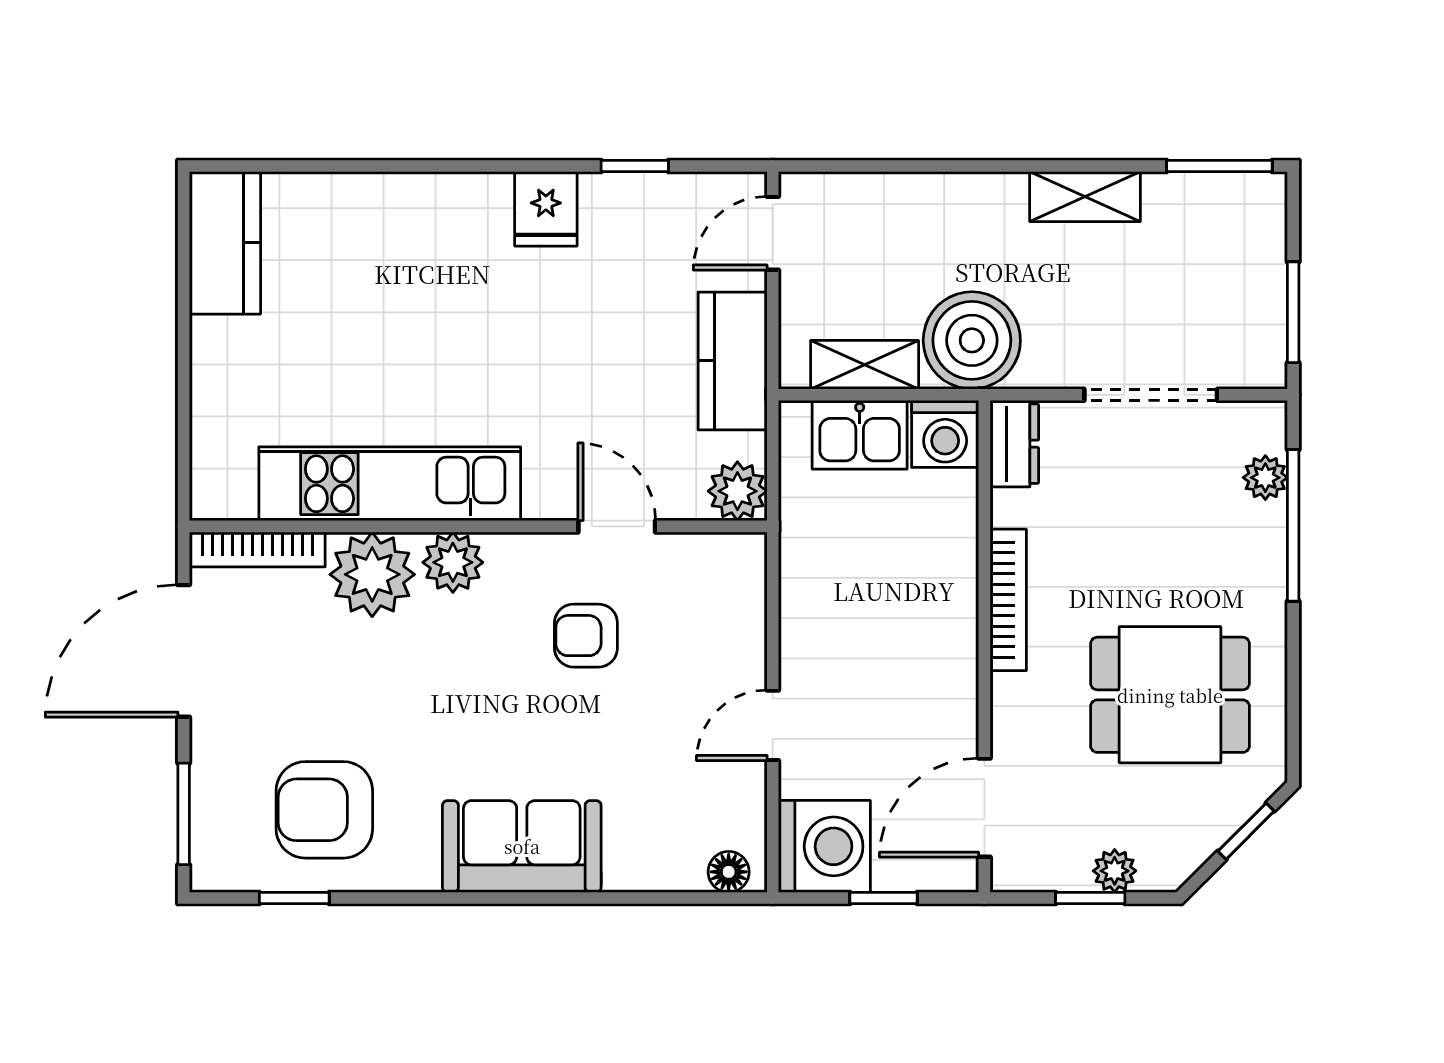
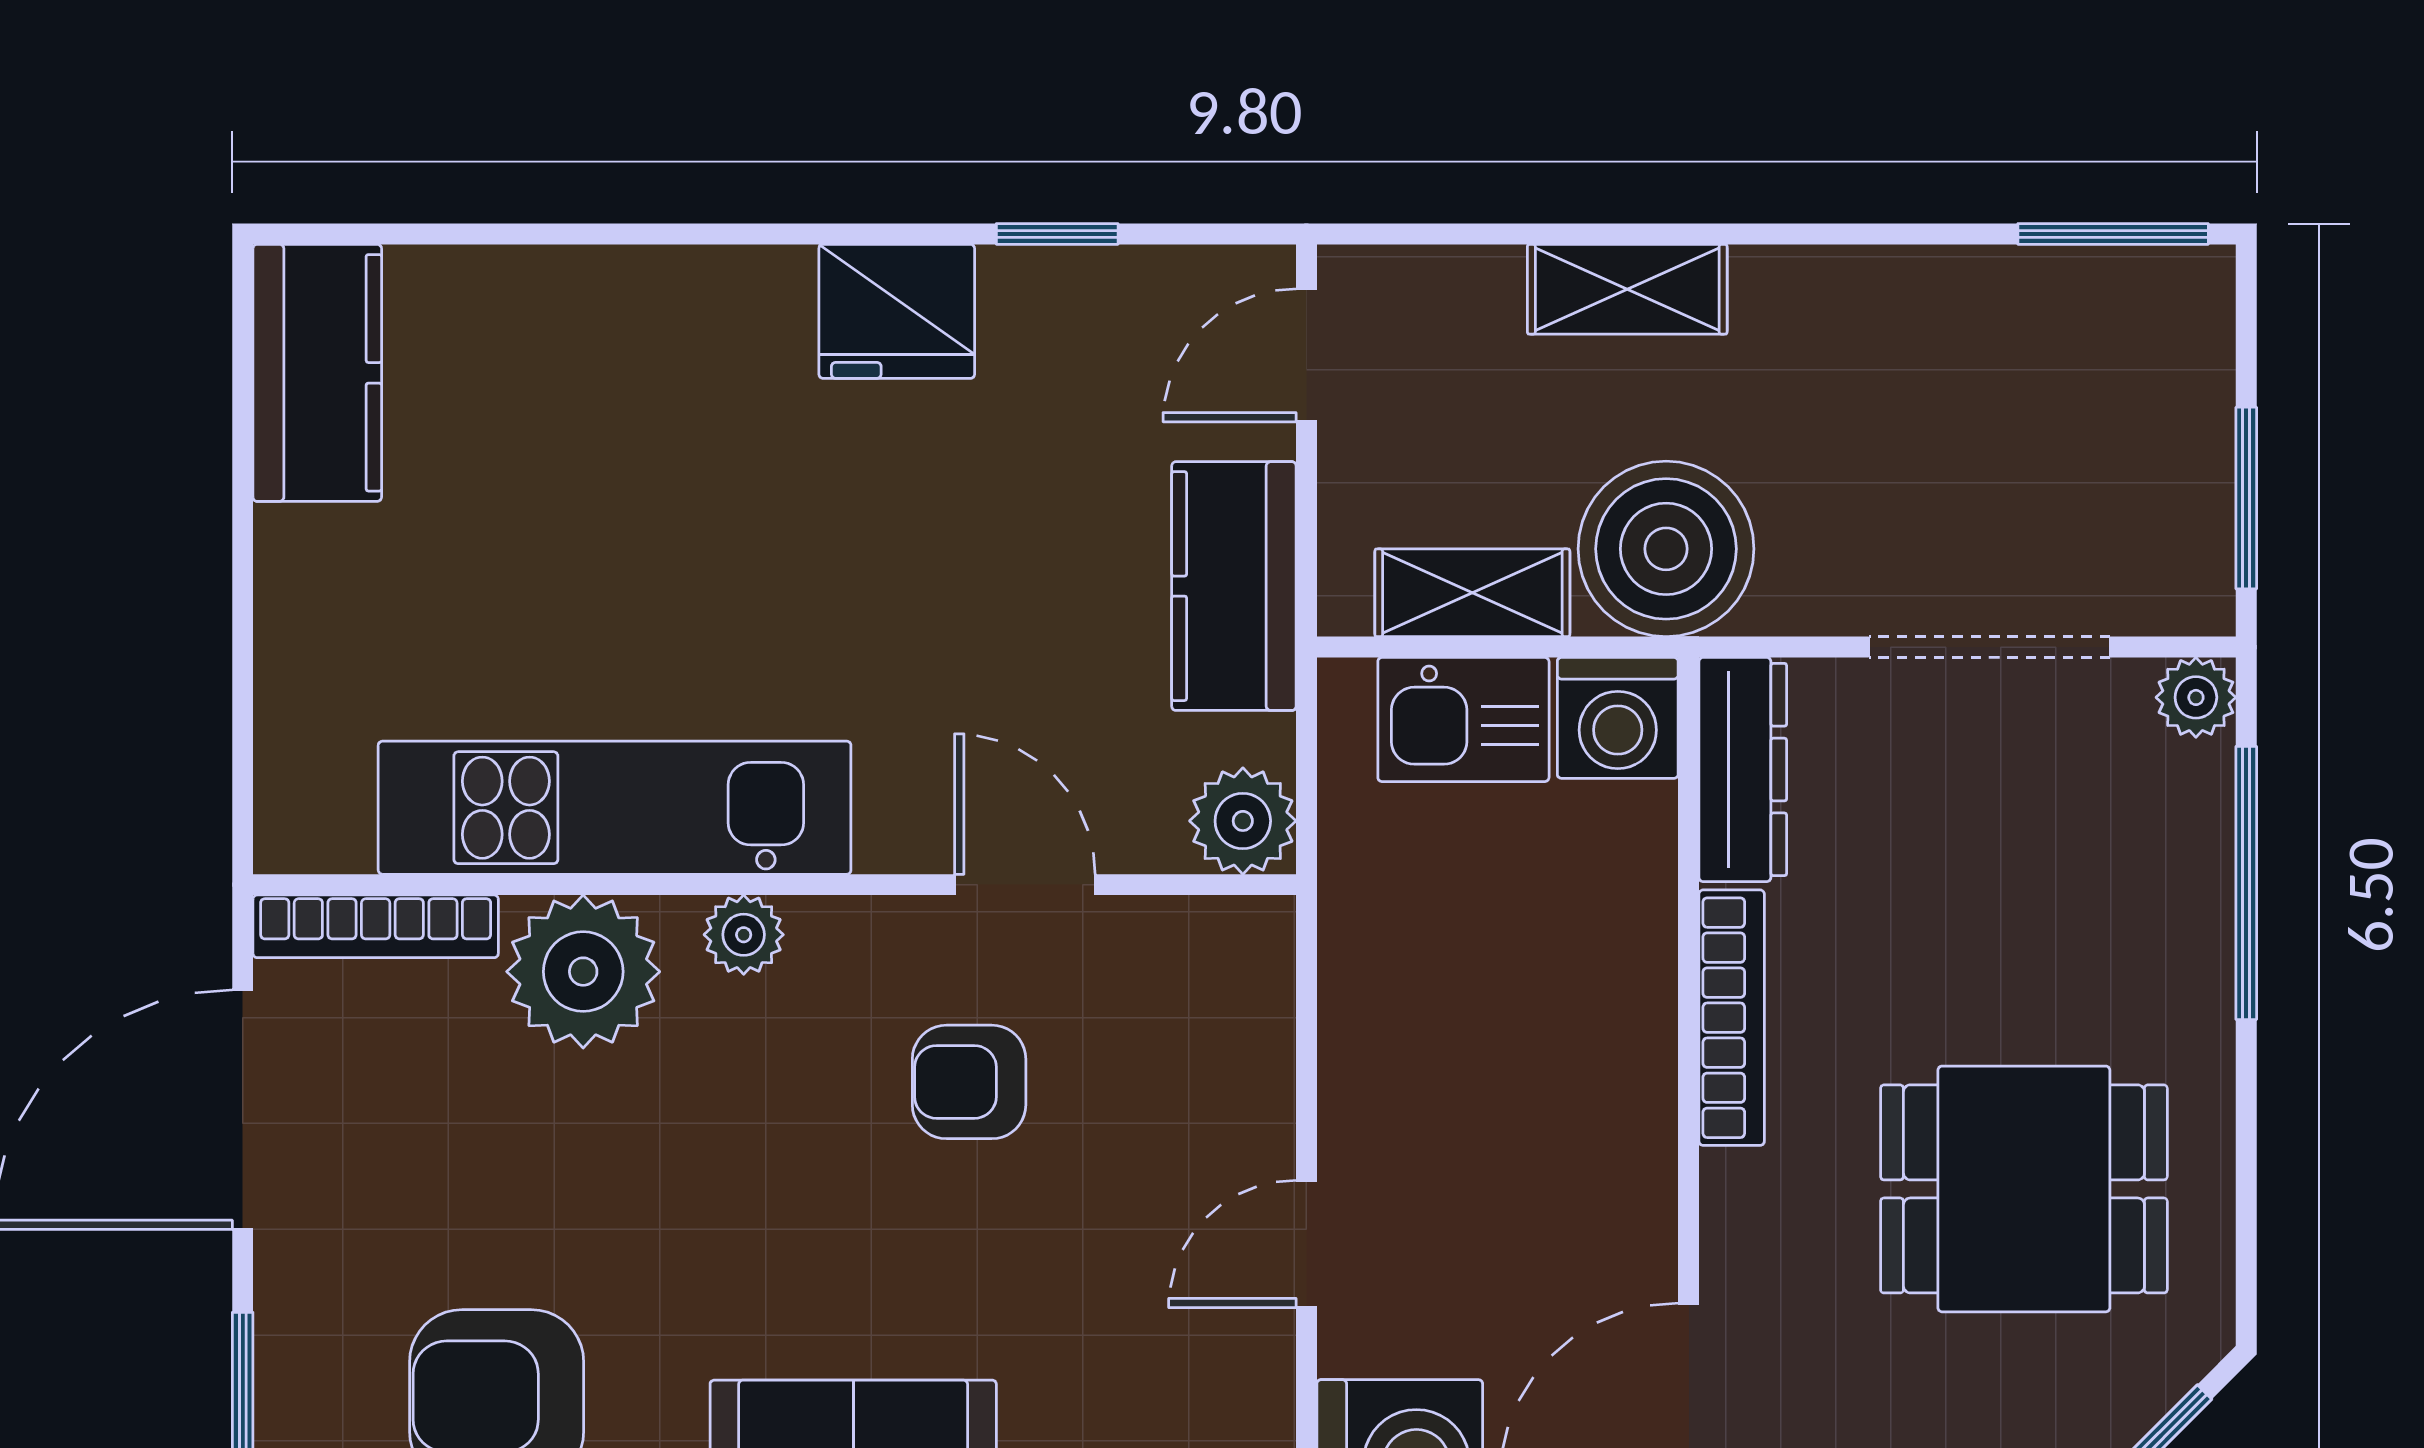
shelving: (1085, 197) -> (1627, 289), moved
fridge: (546, 209) -> (897, 311), width x1.38
dresser: (1014, 444) -> (1743, 770), width x1.44
plant: (1265, 478) -> (2196, 697), moved
plant: (453, 562) -> (744, 935), width x0.73, depth x0.73

